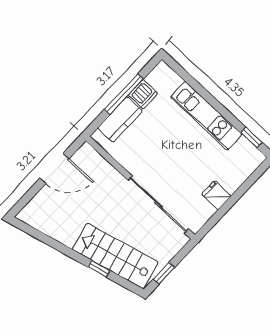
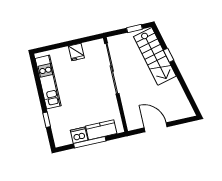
kitchen unit: (206, 116) -> (48, 82), moved
window: (251, 138) -> (47, 120), moved

